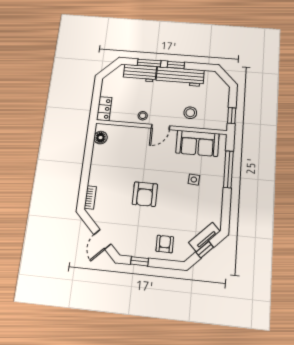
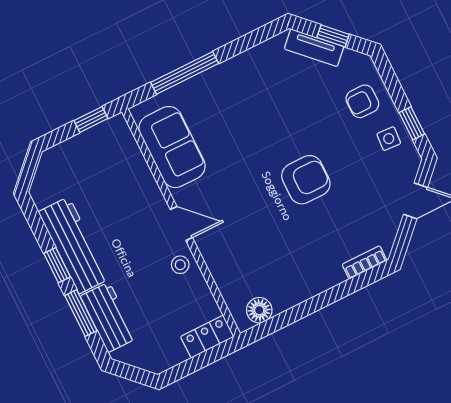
stool: (190, 113) -> (127, 190), removed
side table: (194, 180) -> (389, 139), moved

